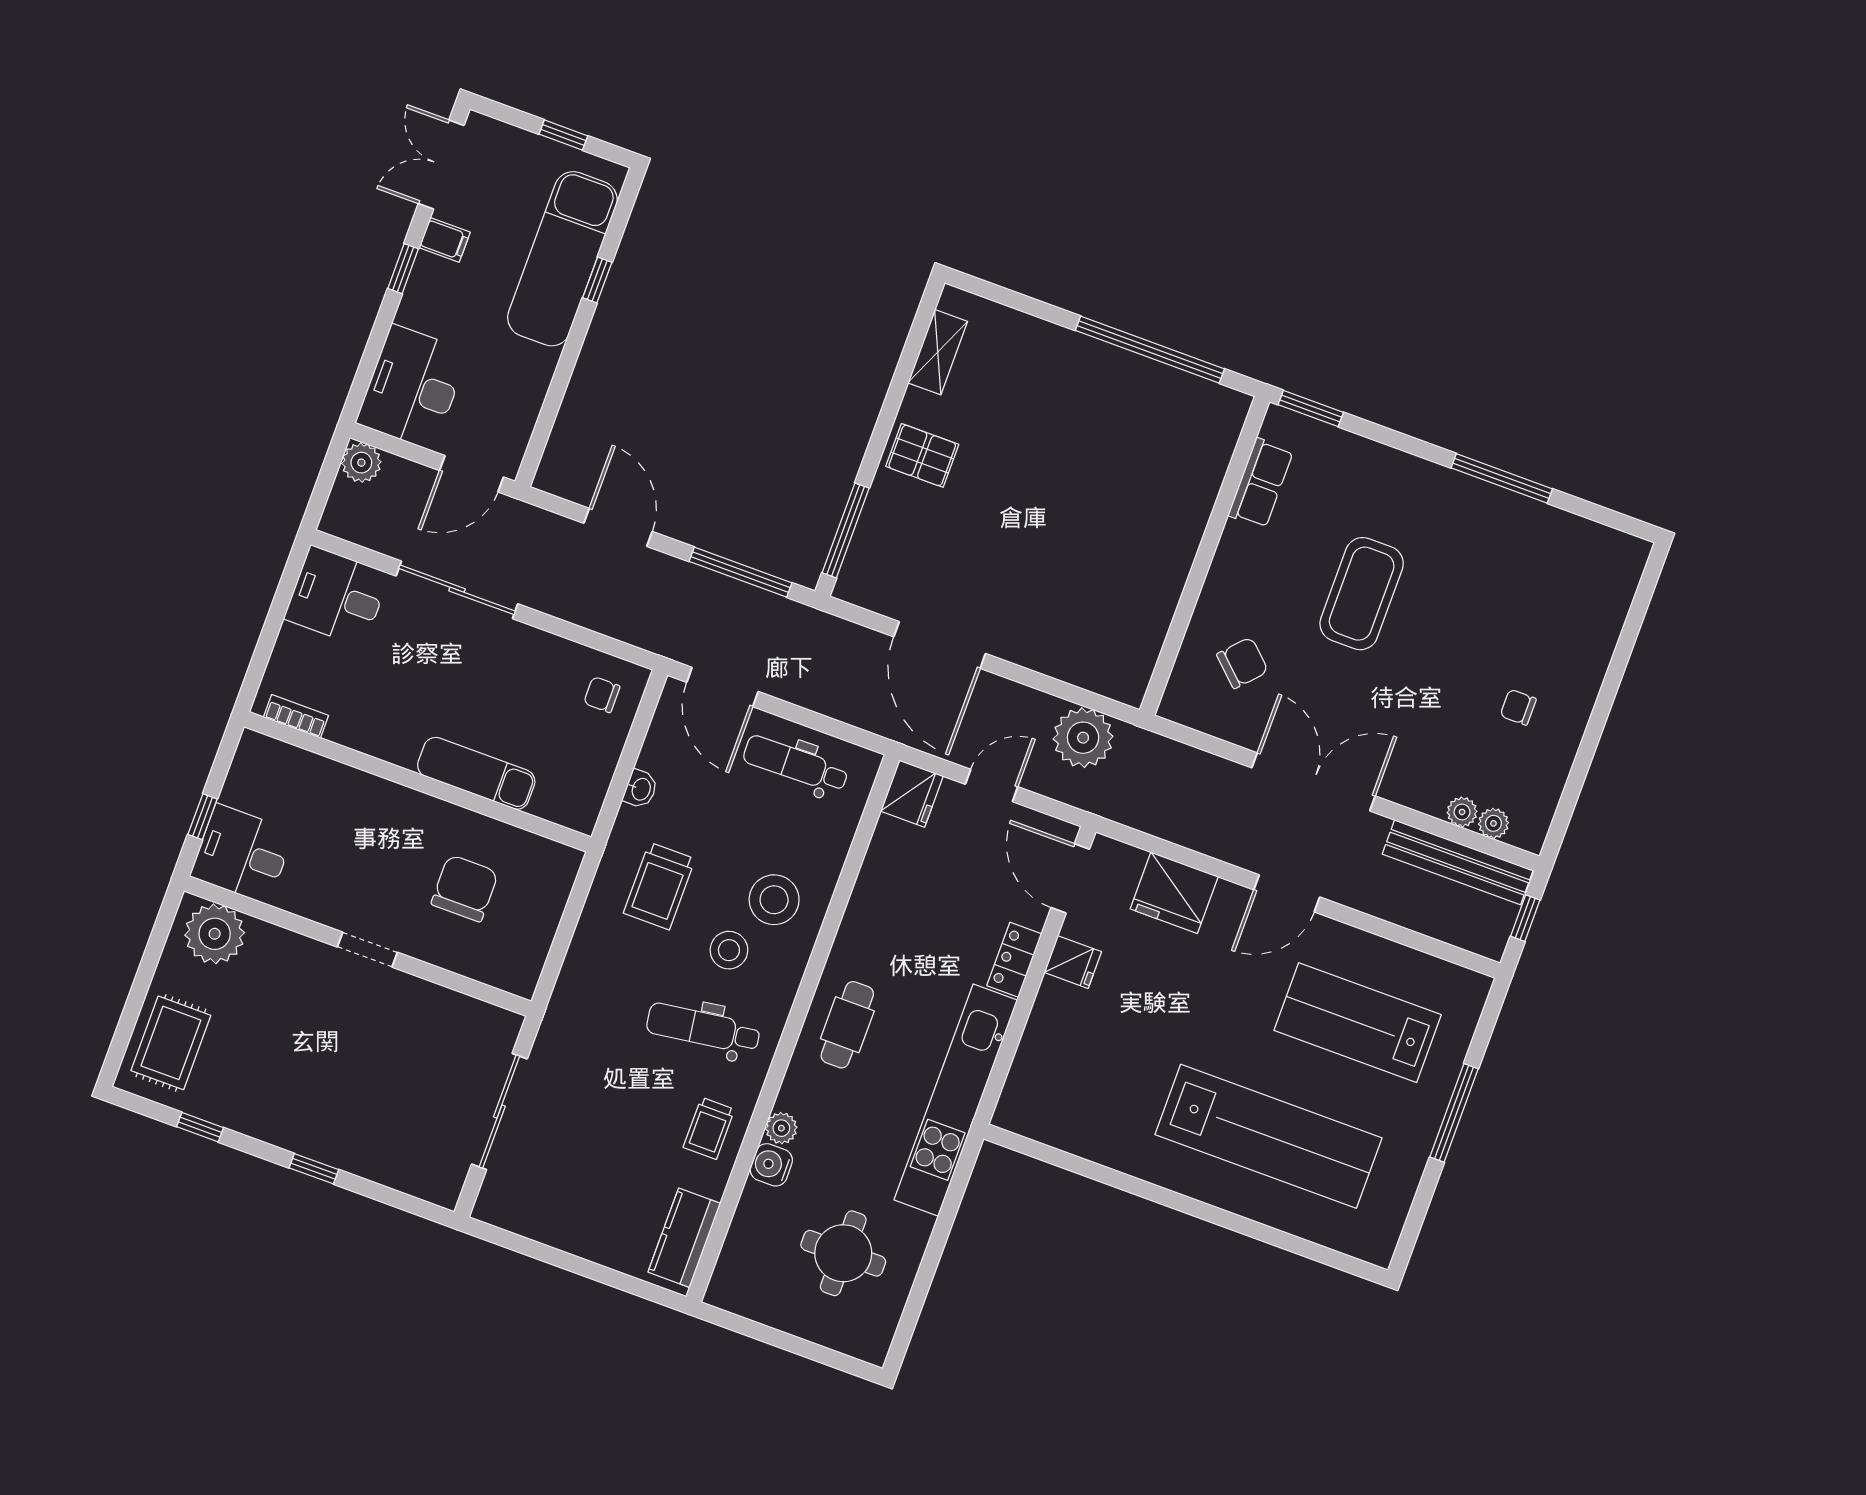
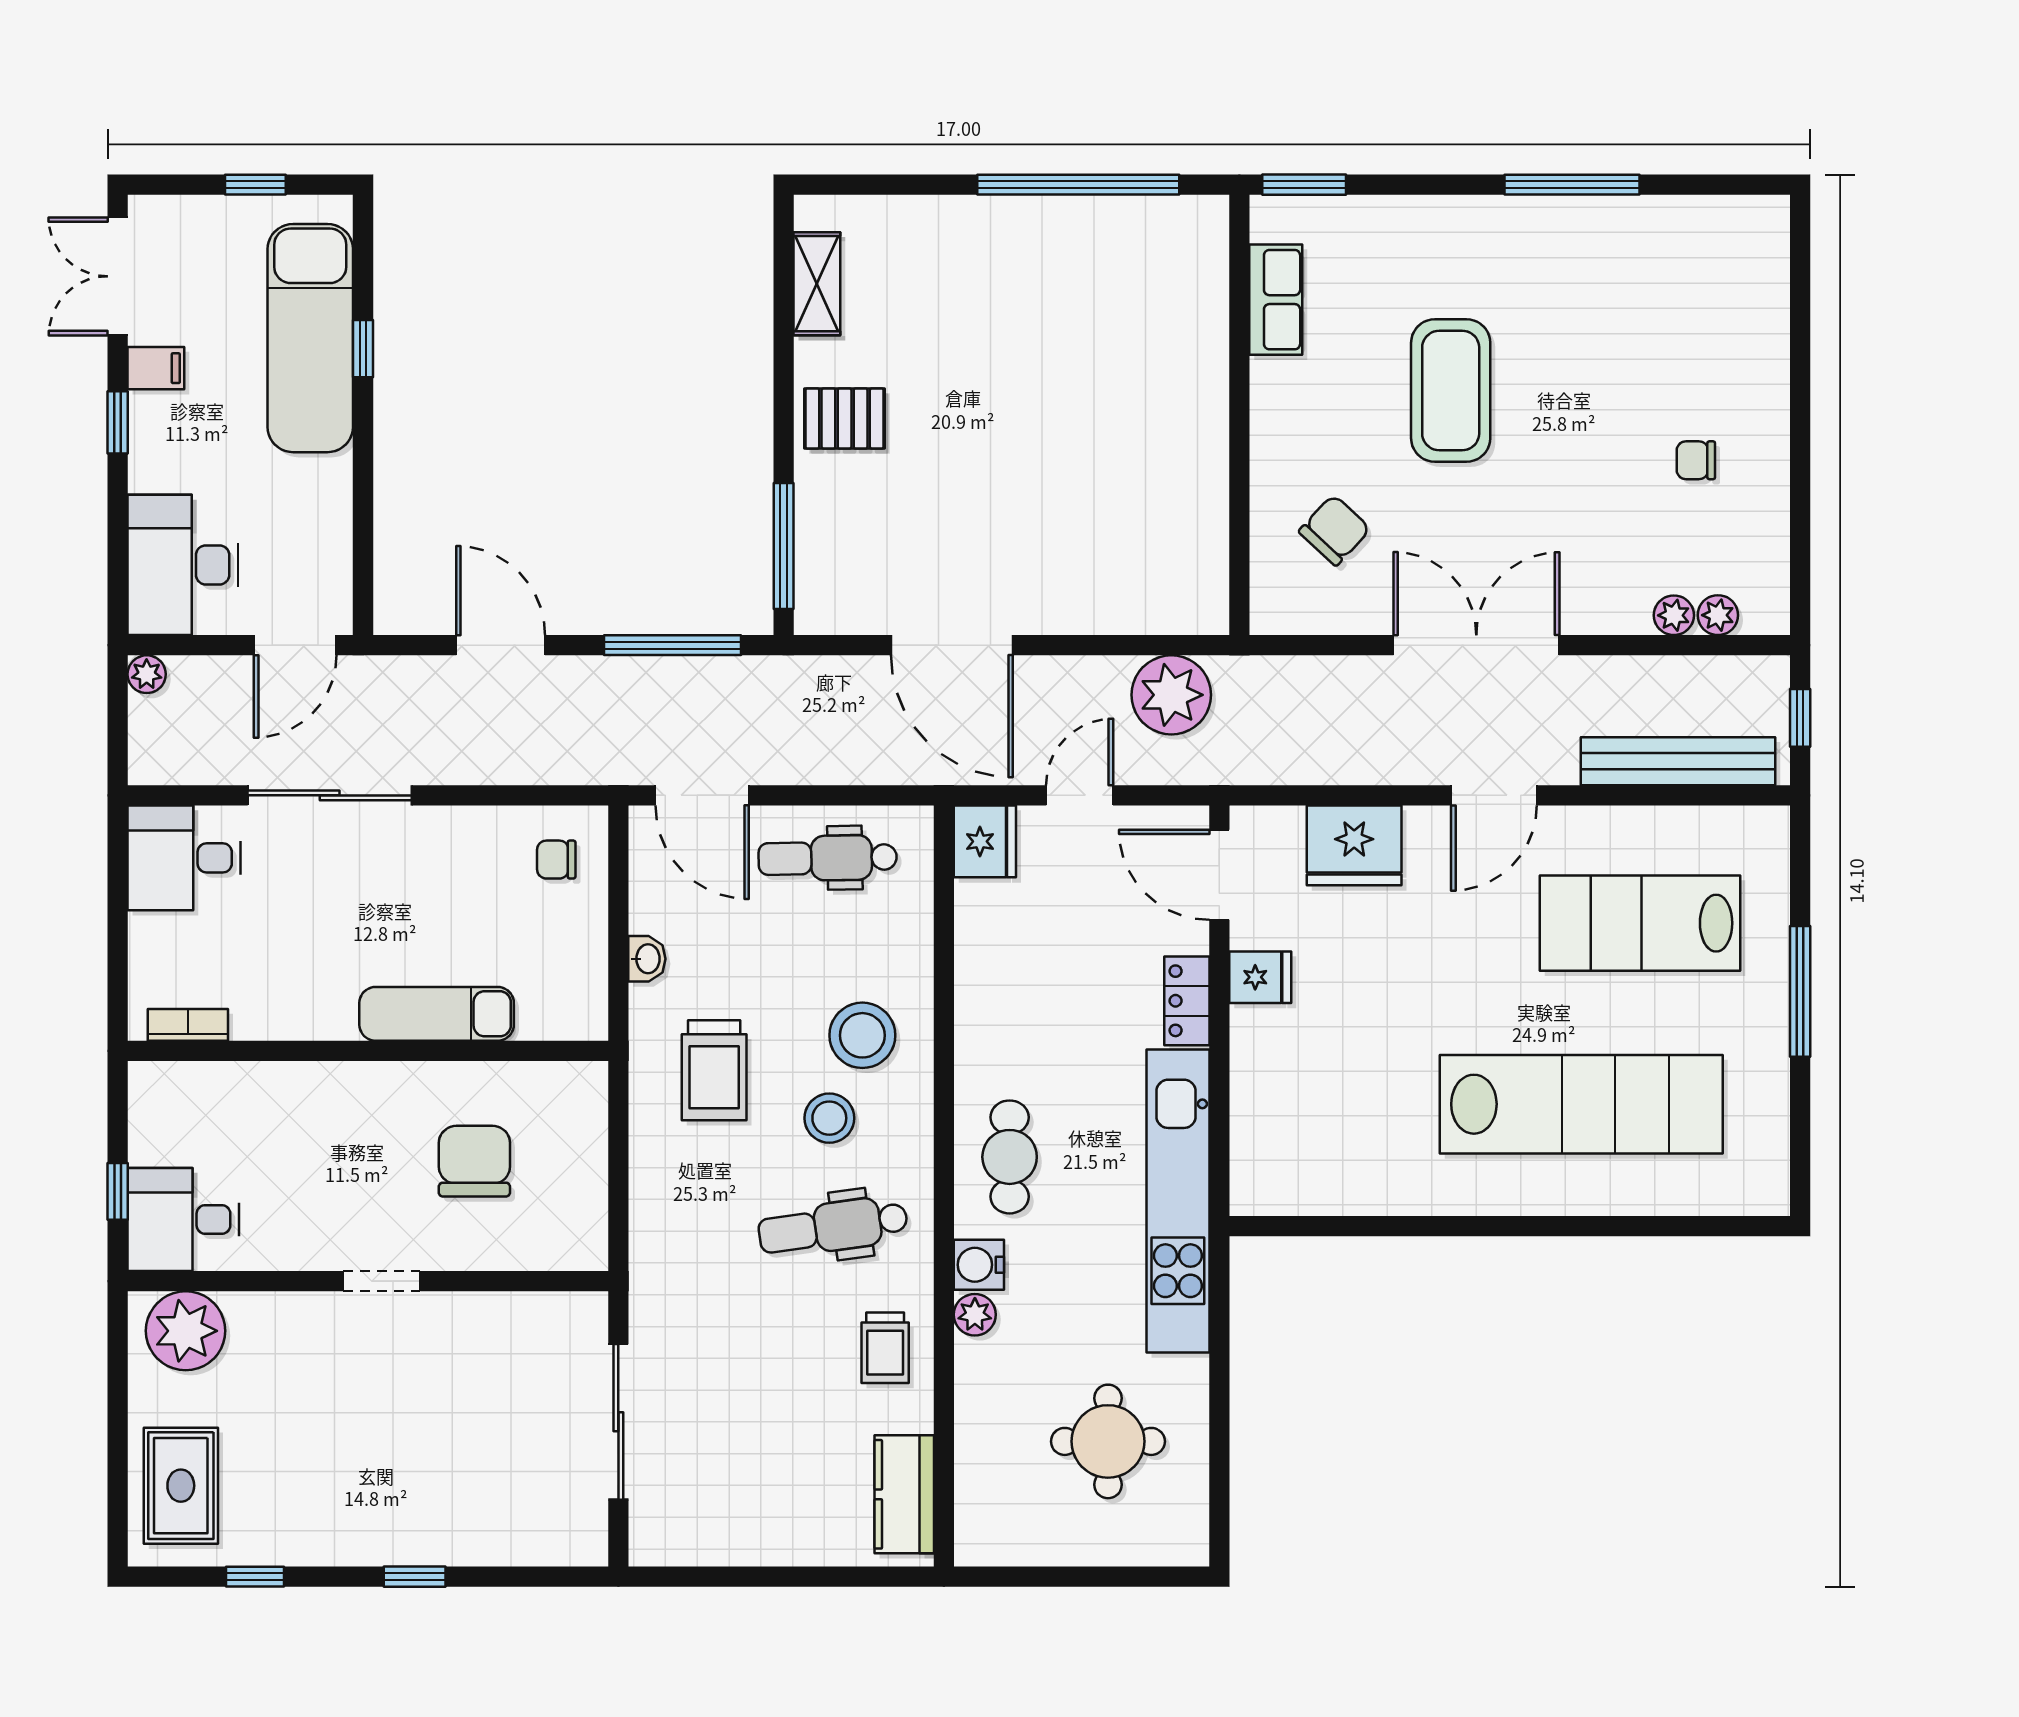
plant: (361, 463) -> (147, 674), width x0.73, depth x0.73
bench: (1458, 862) -> (1678, 761), moved
water cooler: (771, 1165) -> (979, 1265), moved

